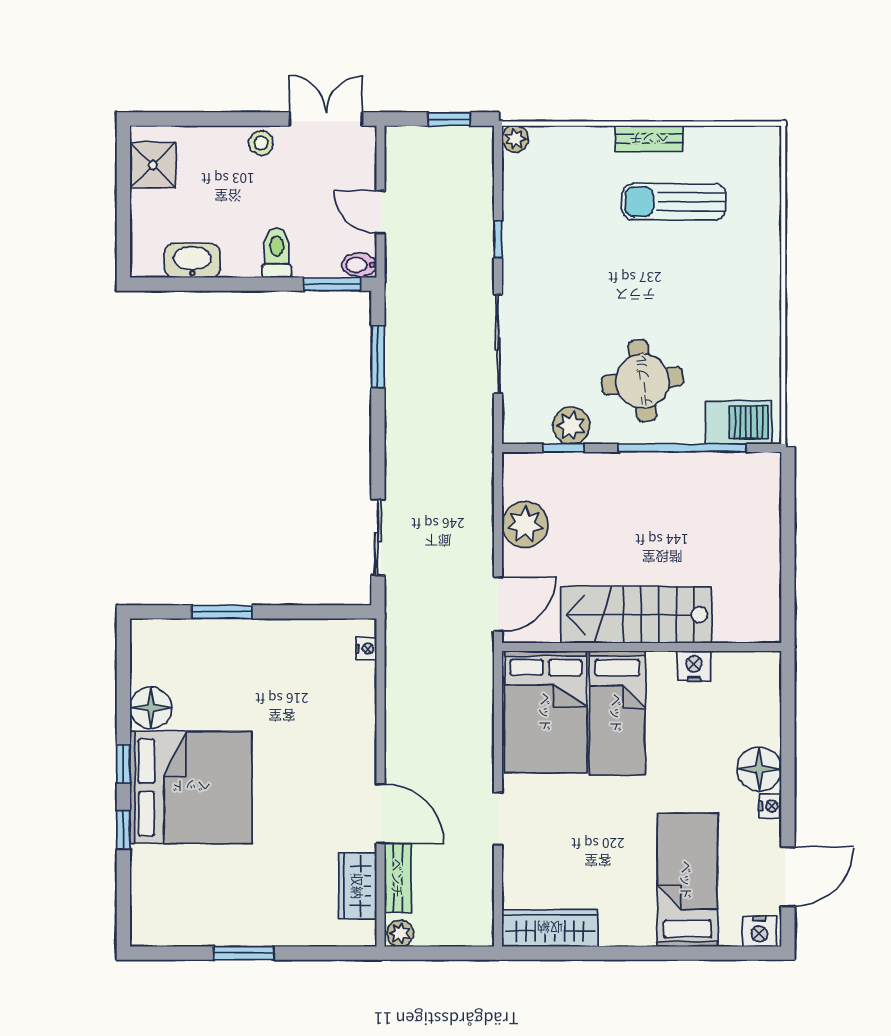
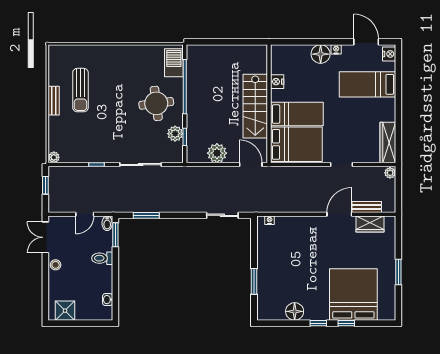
washbasin: (192, 261) -> (108, 300), width x0.52, depth x0.69
bed: (191, 787) -> (353, 295), moved
plant: (400, 933) -> (390, 173), moved

